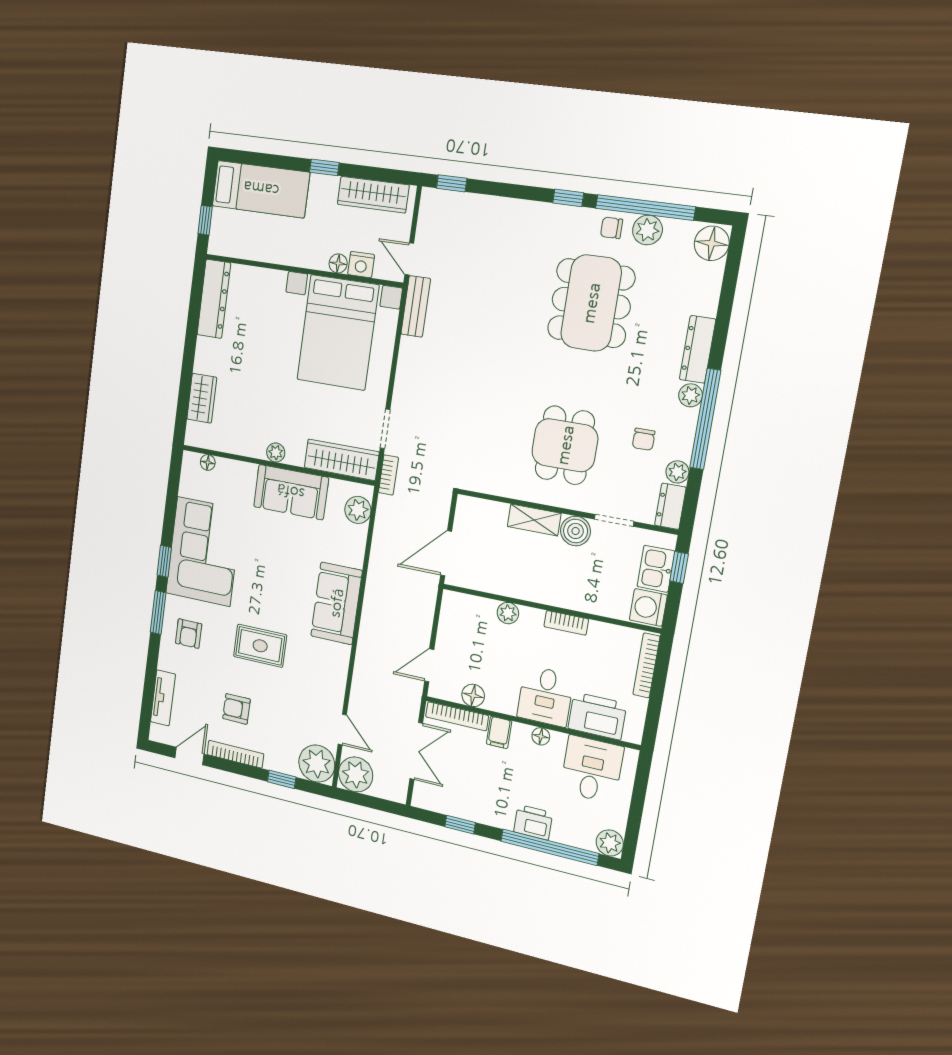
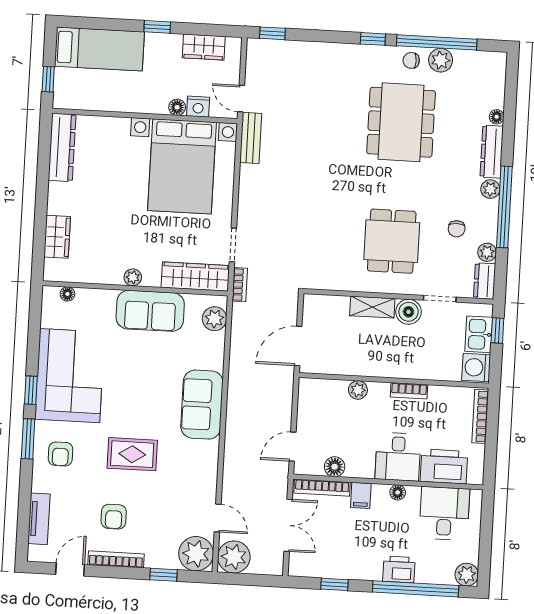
wardrobe: (373, 195) -> (204, 47), width x0.67
floor lamp: (712, 243) -> (497, 117), moved, width x0.53, depth x0.53
armchair: (236, 709) -> (114, 517), turned -90

